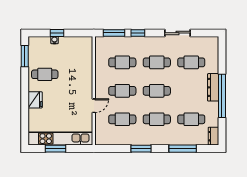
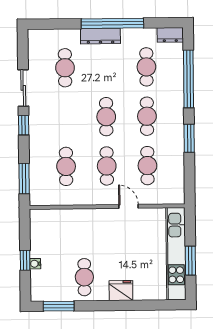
window: (138, 33) -> (24, 125), moved
cafe table: (157, 62) -> (66, 117), removed
window: (183, 149) -> (189, 79), width x1.46

